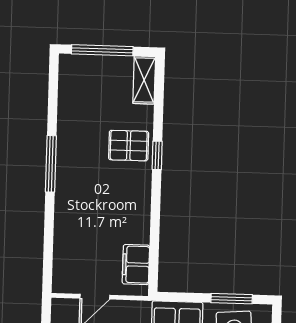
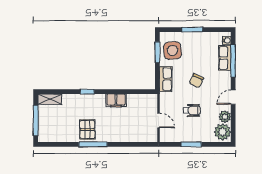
pallet: (129, 146) -> (87, 129), moved
filing cabinet: (136, 265) -> (116, 100), moved

